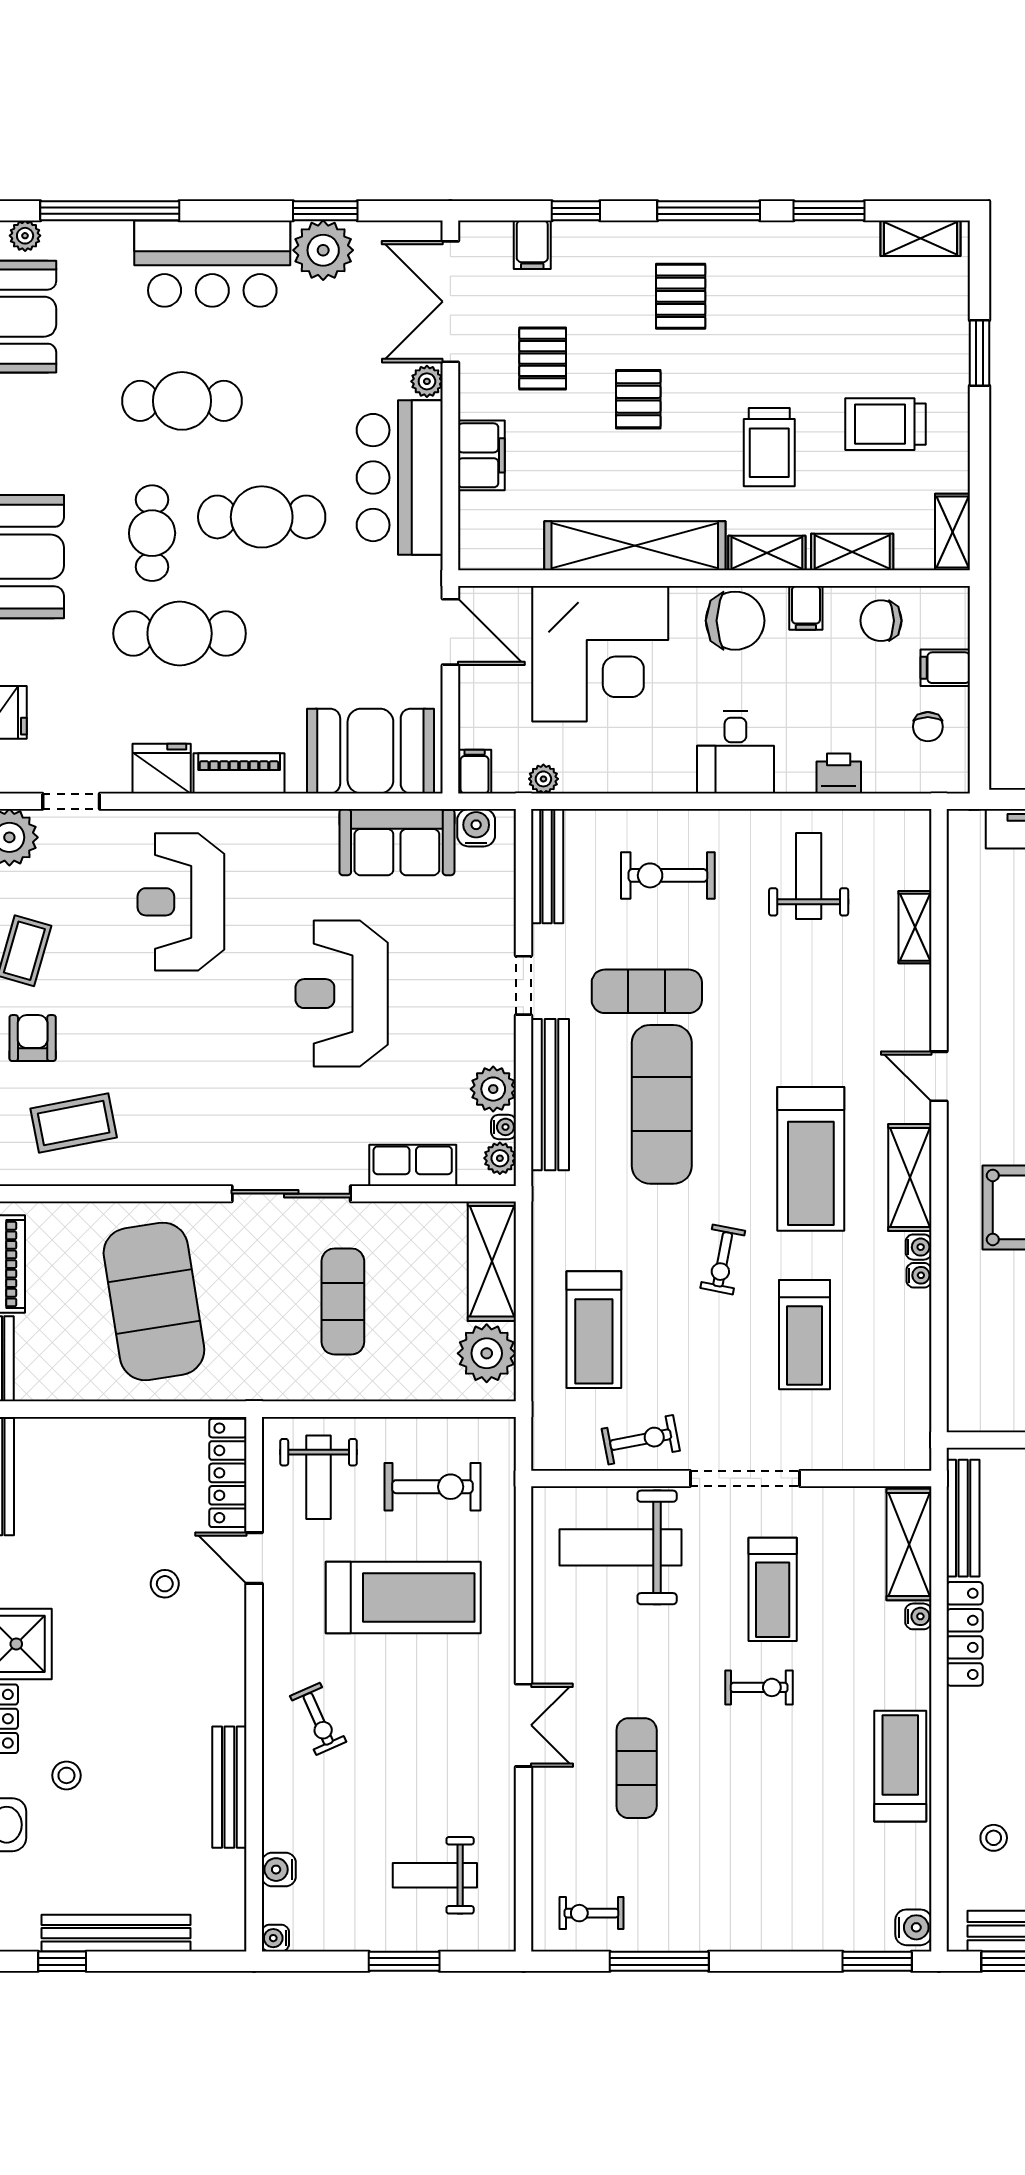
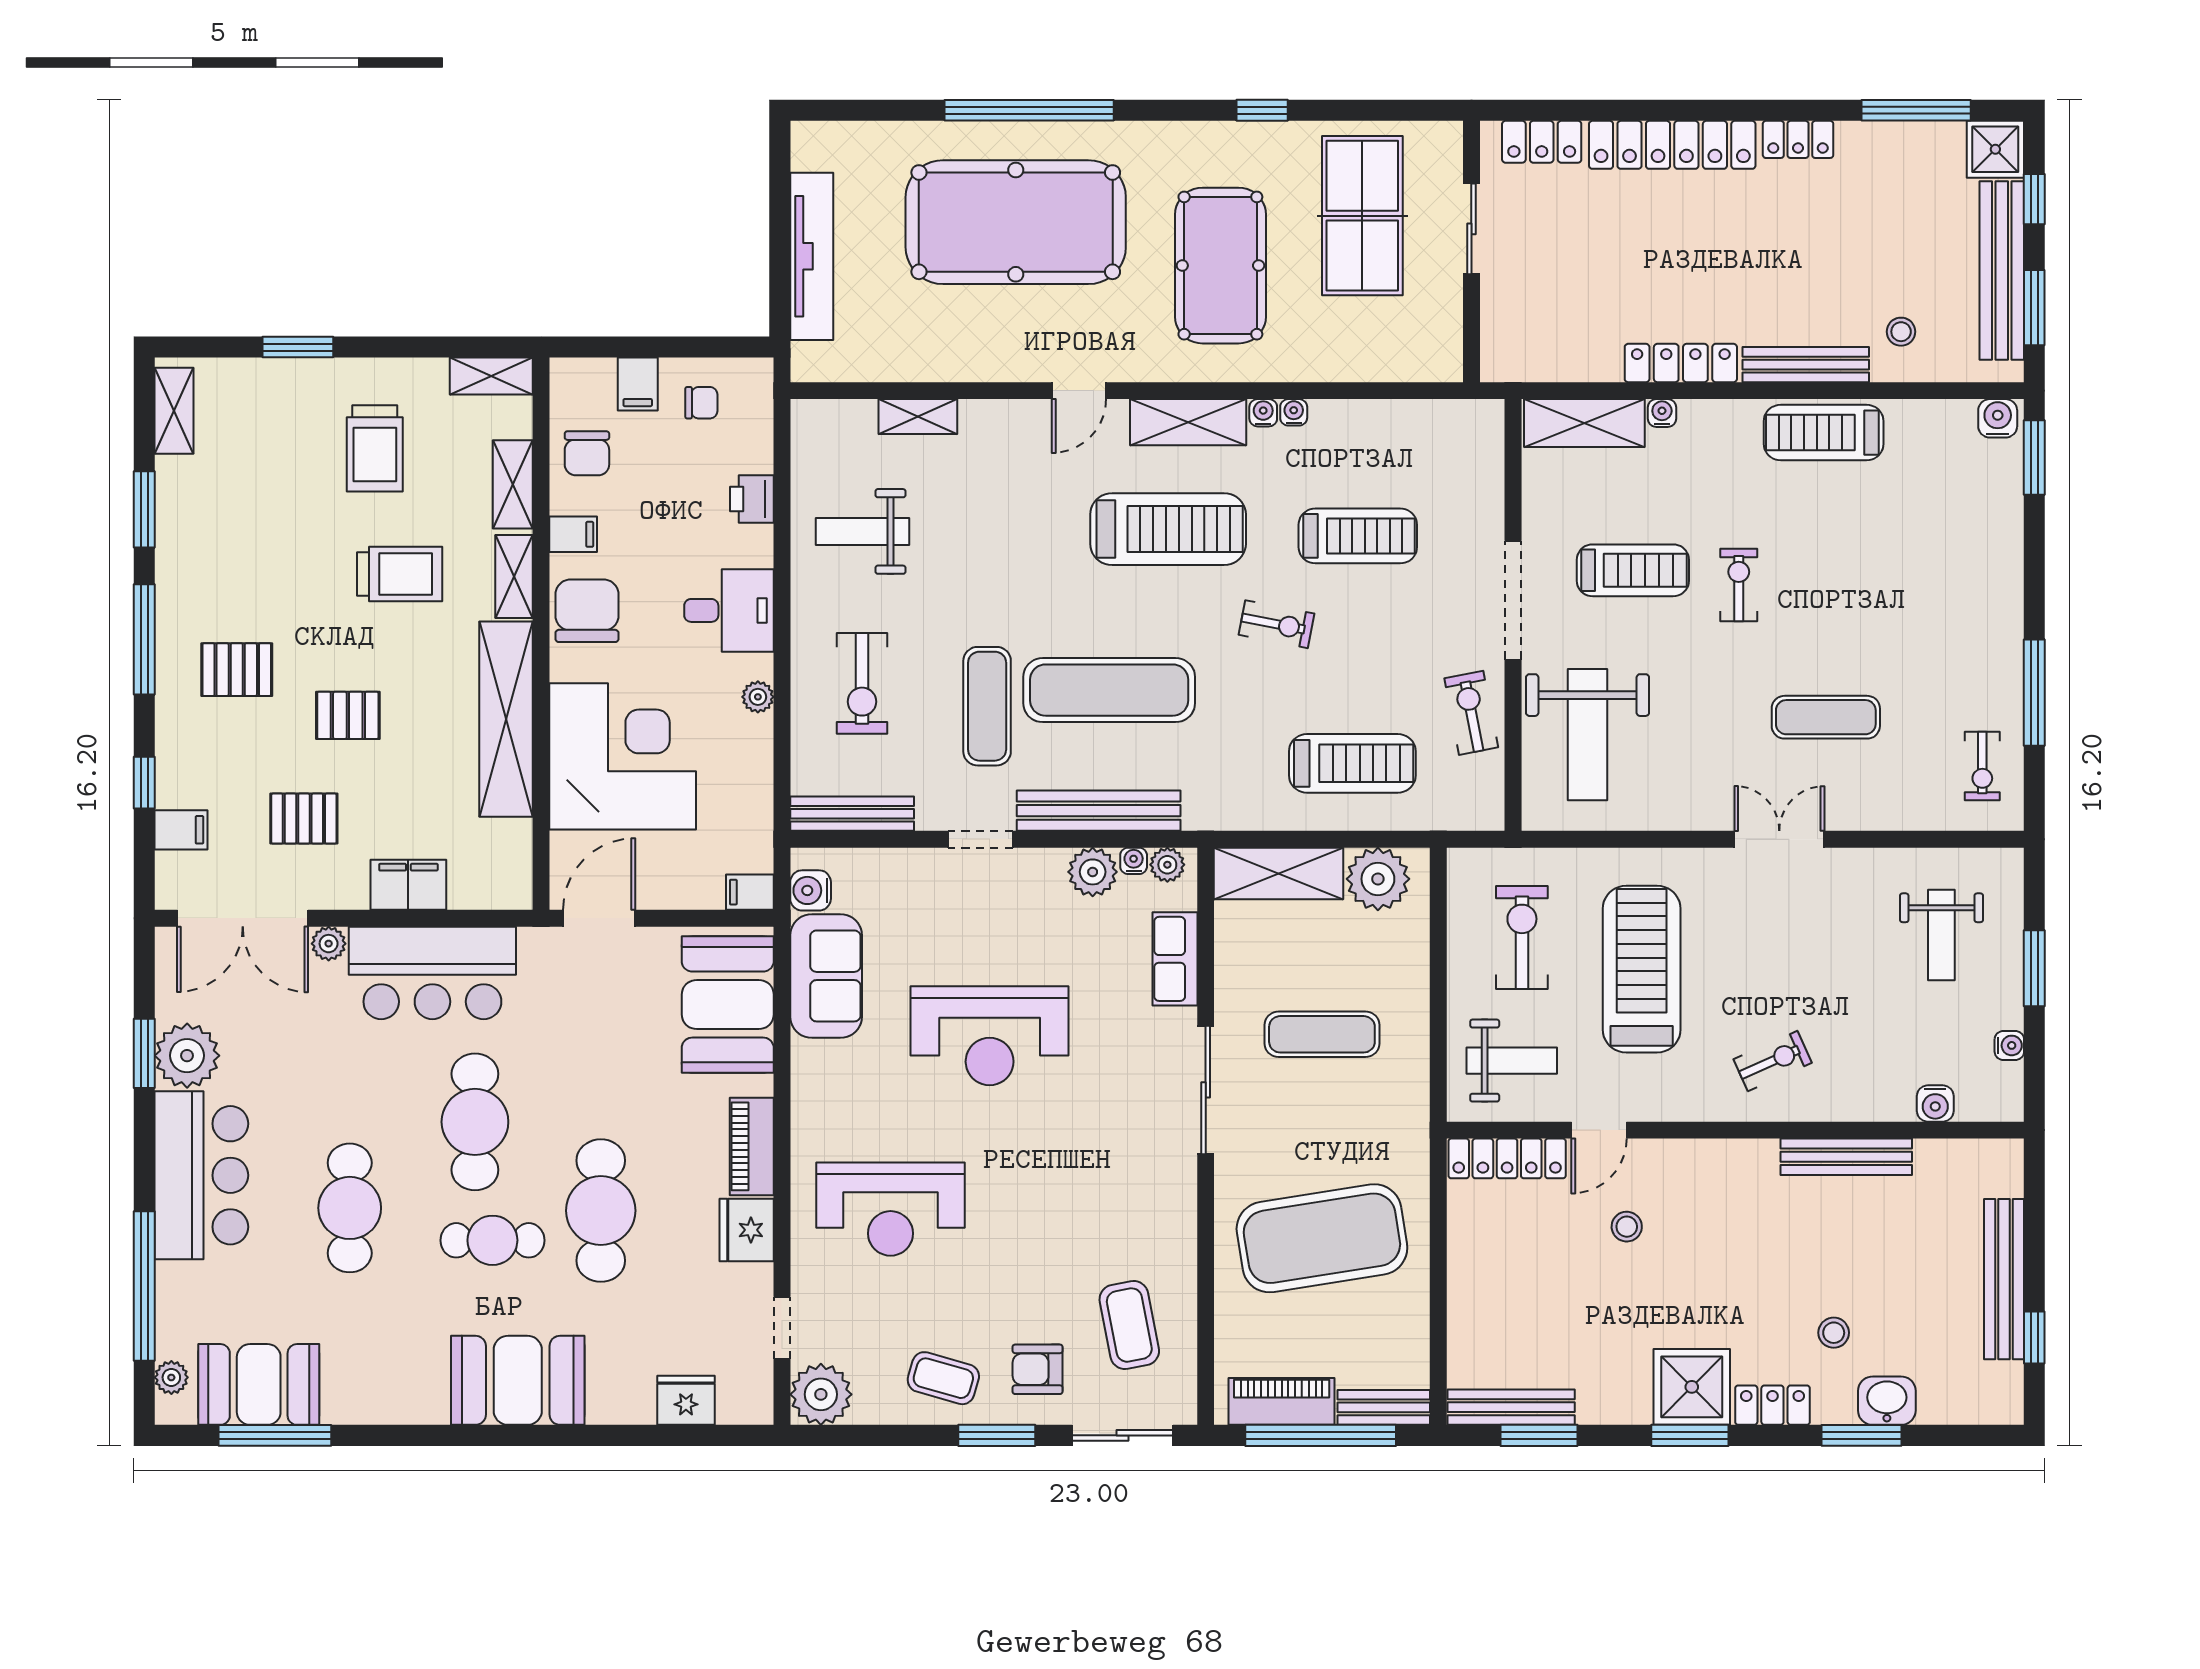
plant: (543, 779) -> (758, 697), moved
bench: (963, 1518) -> (1806, 365), moved
water cooler: (275, 1938) -> (2009, 1045), moved, turned -90

